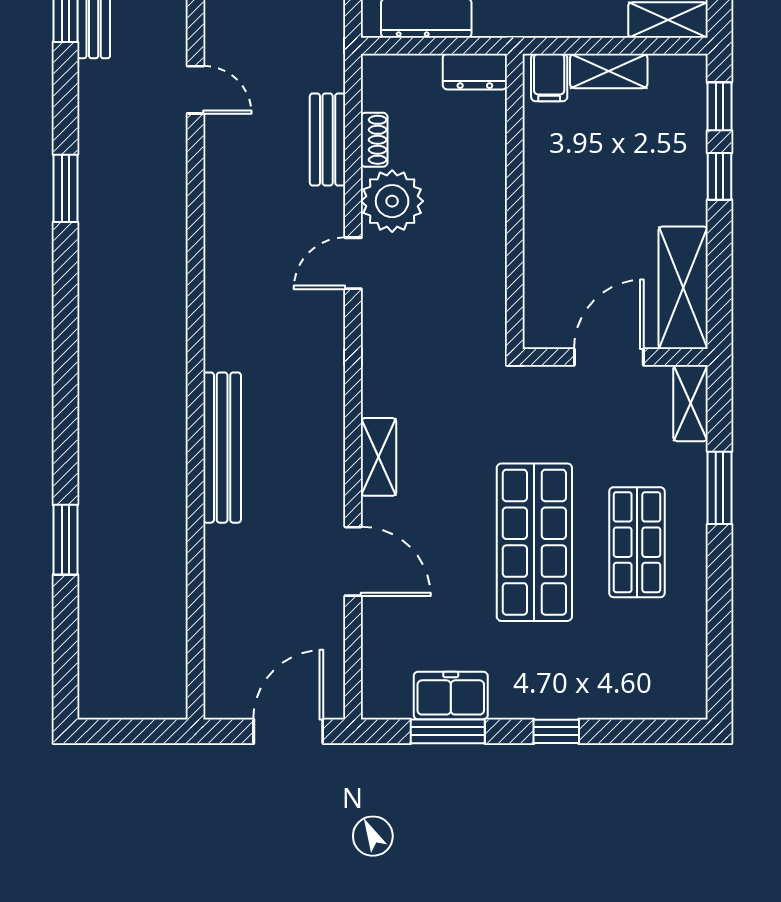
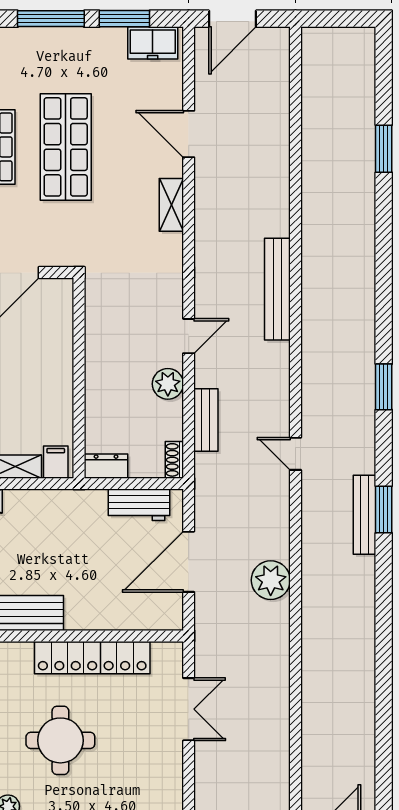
shoe rack: (374, 140) -> (174, 460), moved
plant: (392, 201) -> (168, 384), width x0.73, depth x0.73
bench: (222, 448) -> (277, 289), moved
freezer: (451, 696) -> (153, 43), moved
window: (556, 731) -> (51, 19), width x2.17

